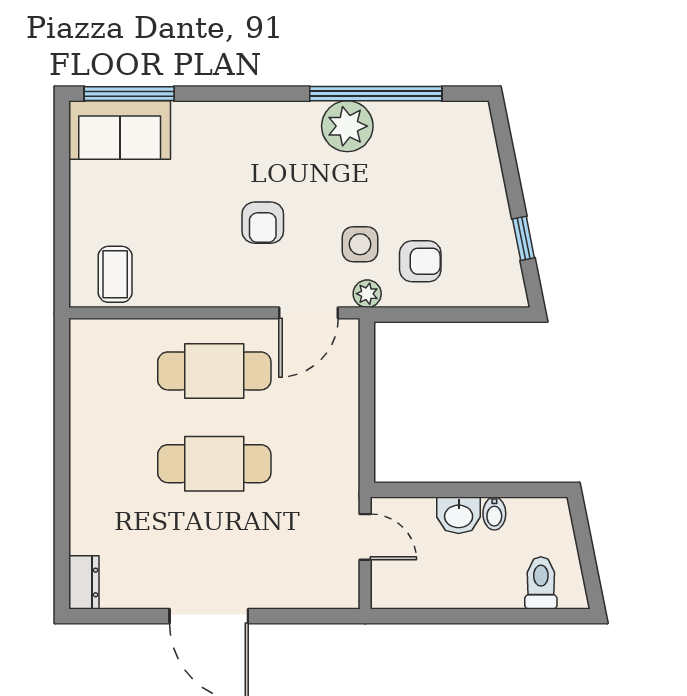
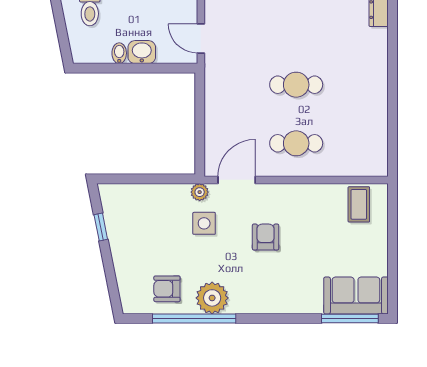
armchair: (420, 261) -> (167, 289), moved
cafe table: (214, 371) -> (296, 143), width x0.73, depth x0.74
cafe table: (214, 464) -> (296, 85), width x0.73, depth x0.74

